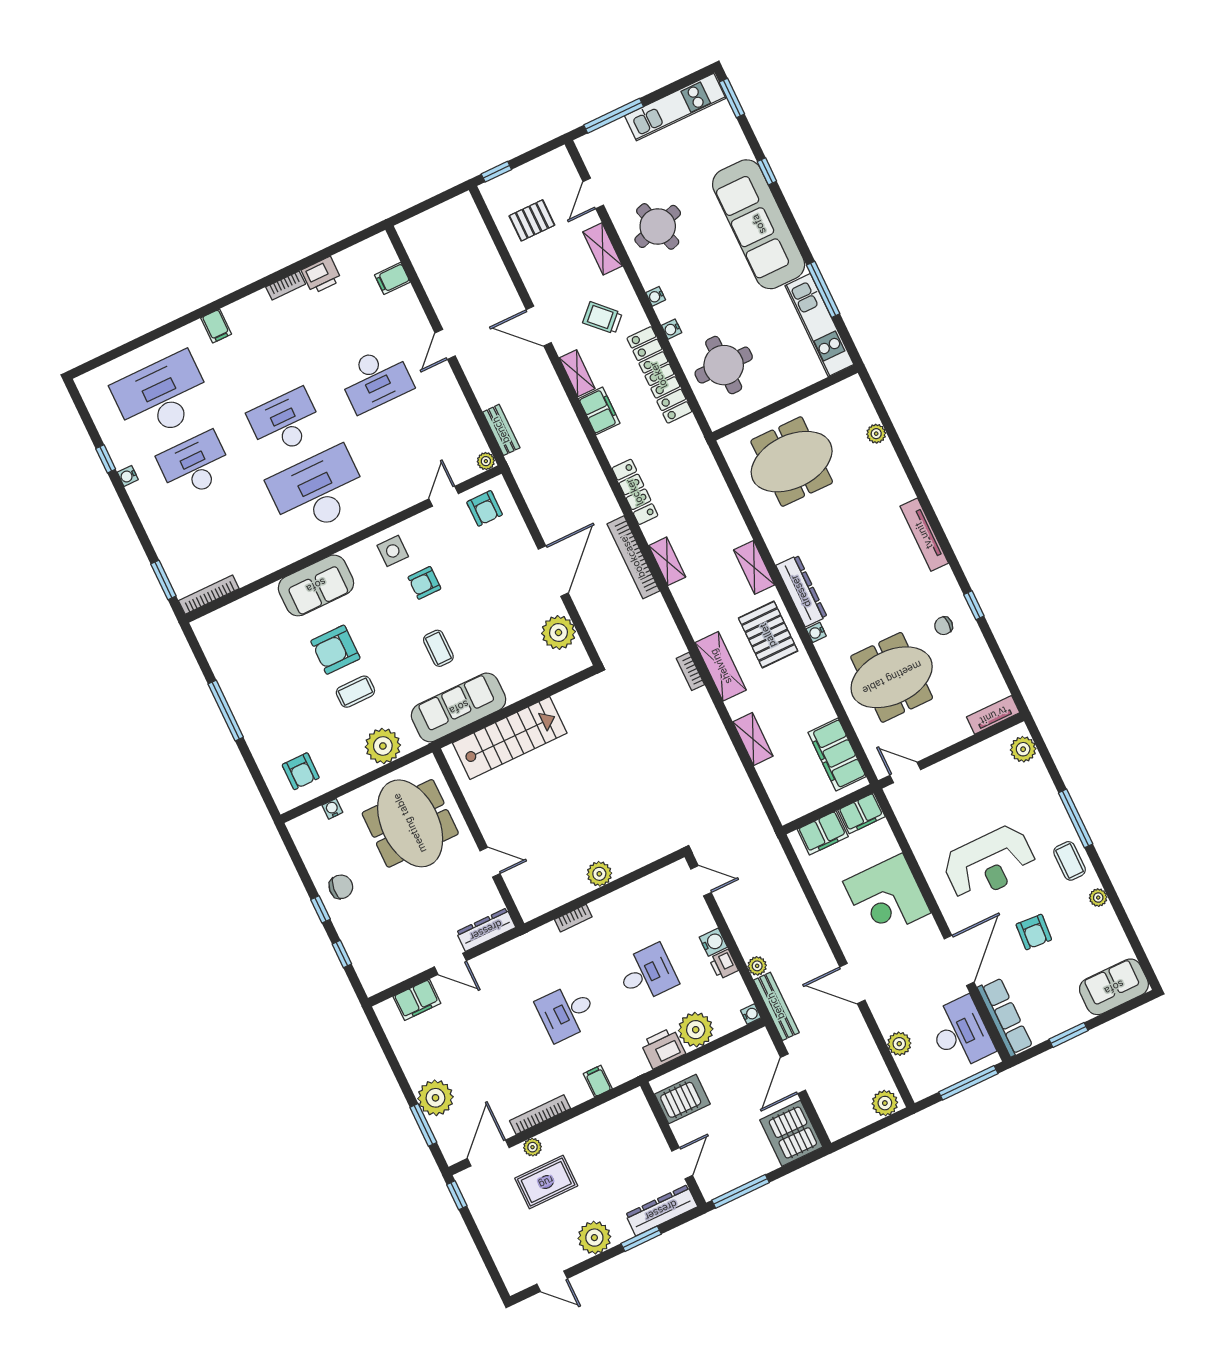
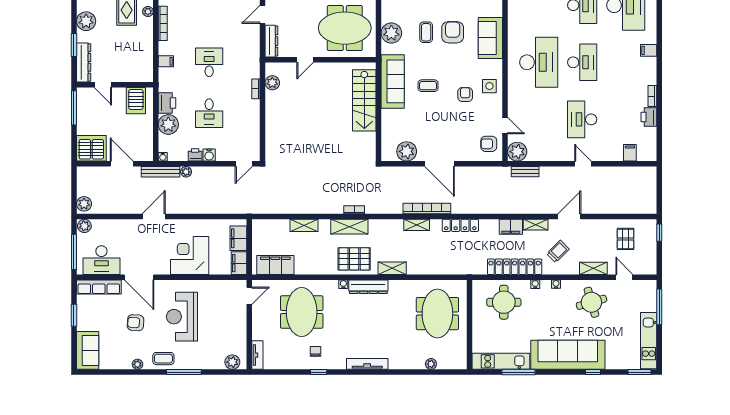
plant: (486, 461) -> (517, 152), width x1.88, depth x1.88
plant: (599, 874) -> (272, 83), moved
plant: (899, 1044) -> (84, 226), moved

